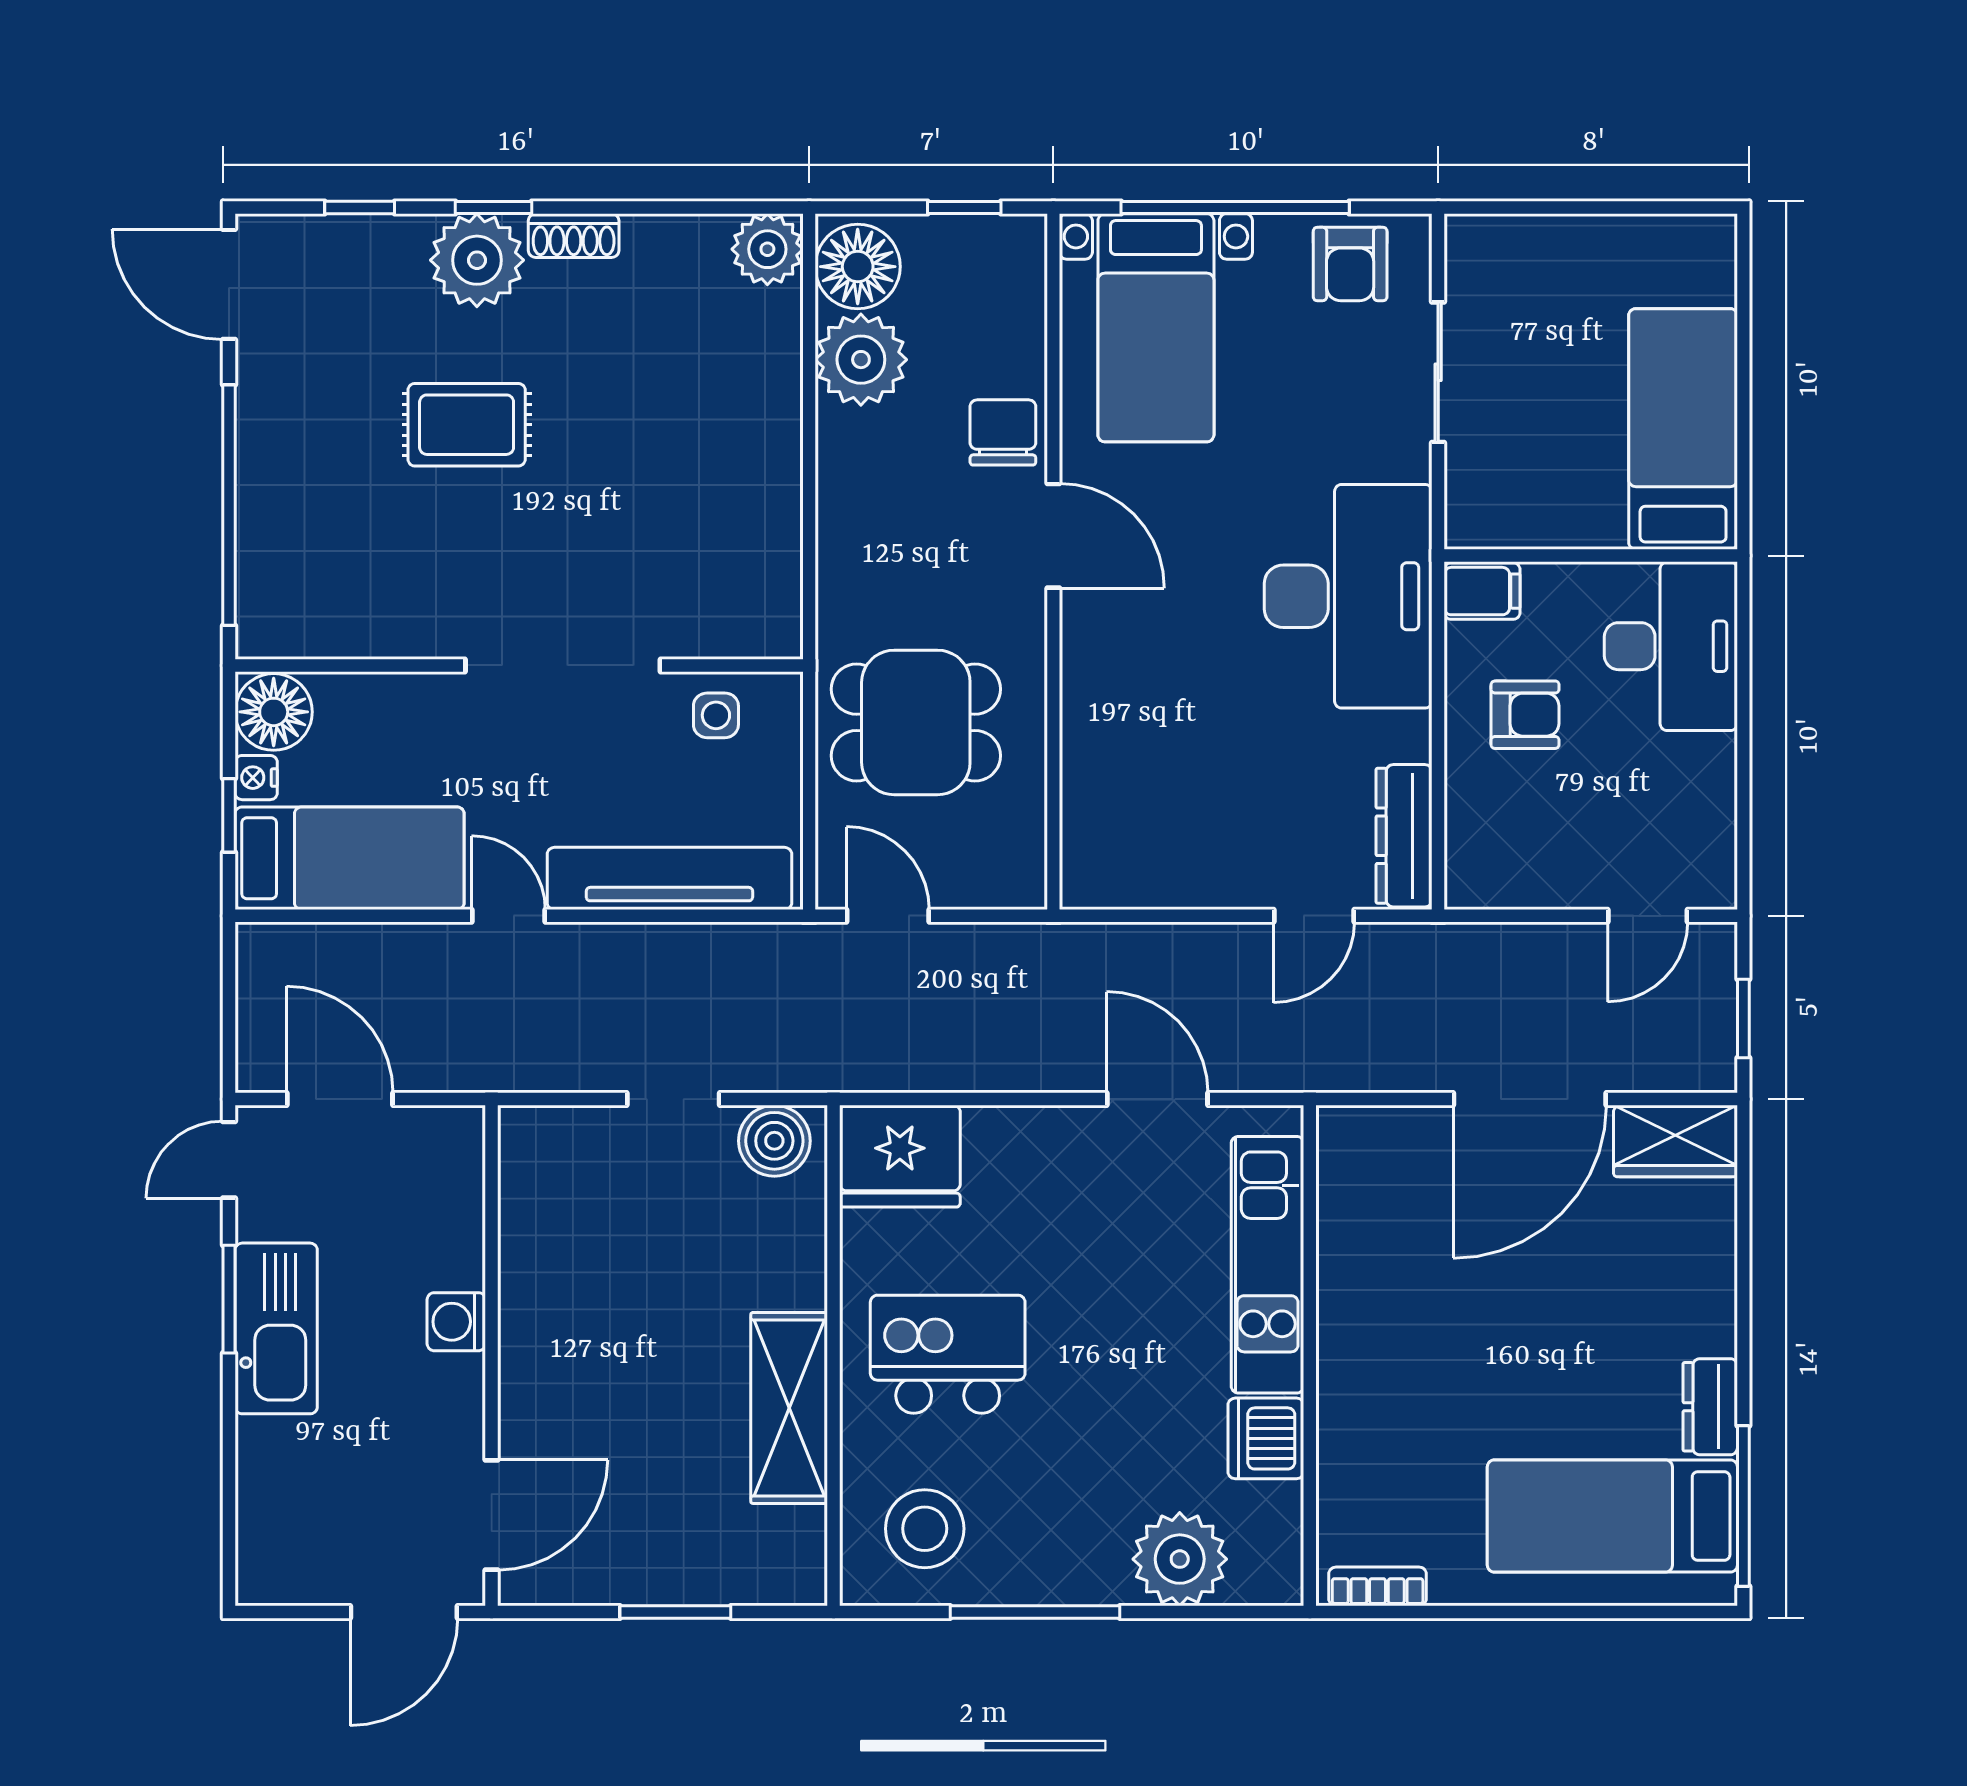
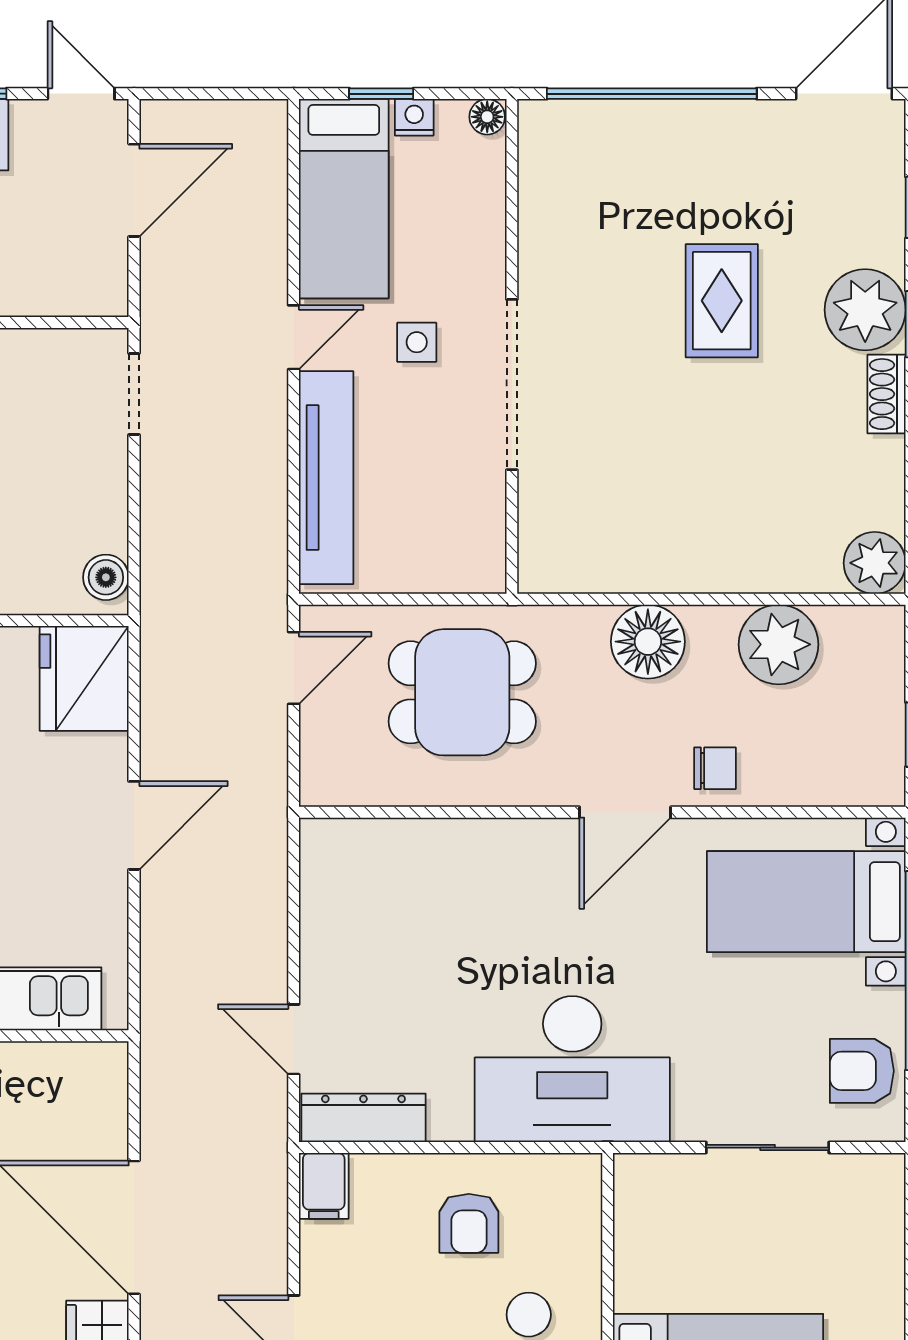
floor lamp: (858, 267) -> (648, 642), moved
chair: (1003, 432) -> (715, 768), width x0.73, depth x0.73
filing cabinet: (1482, 591) -> (324, 1186), moved
floor lamp: (274, 712) -> (487, 117), width x0.53, depth x0.53
side table: (716, 715) -> (417, 342), moved
dining table: (916, 722) -> (462, 692), turned 90
doorway: (673, 1099) -> (134, 394), moved
door: (1157, 1099) -> (134, 825), moved
boiler: (774, 1141) -> (106, 577), width x0.73, depth x0.73

